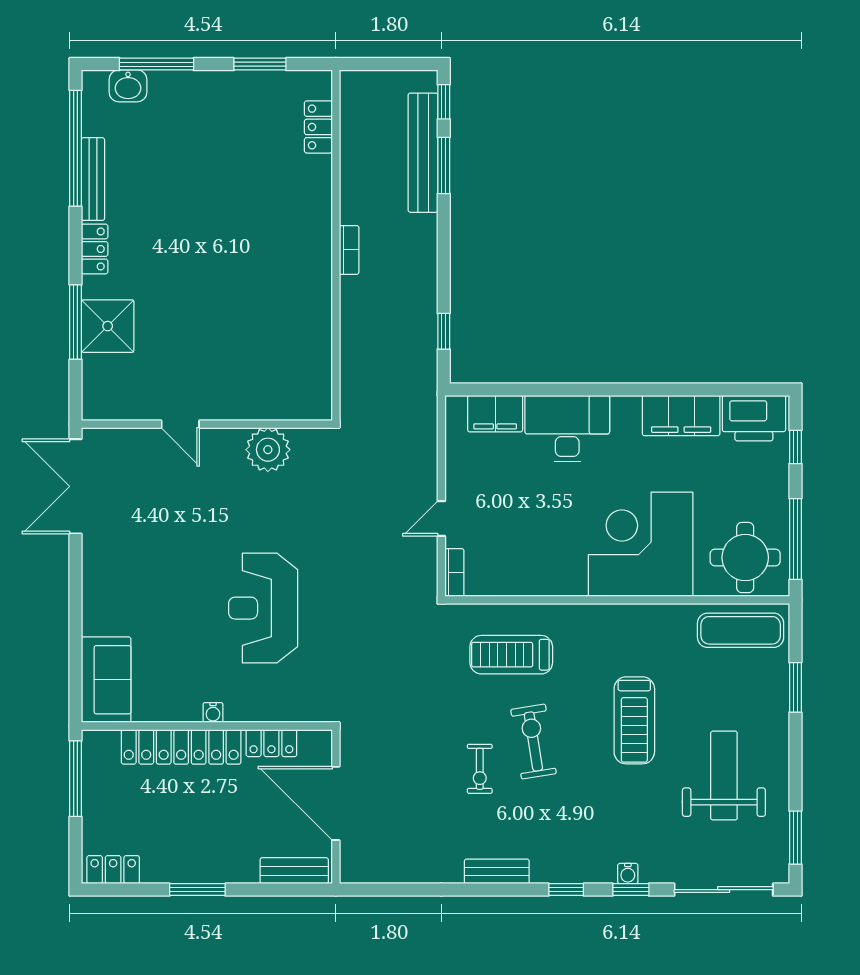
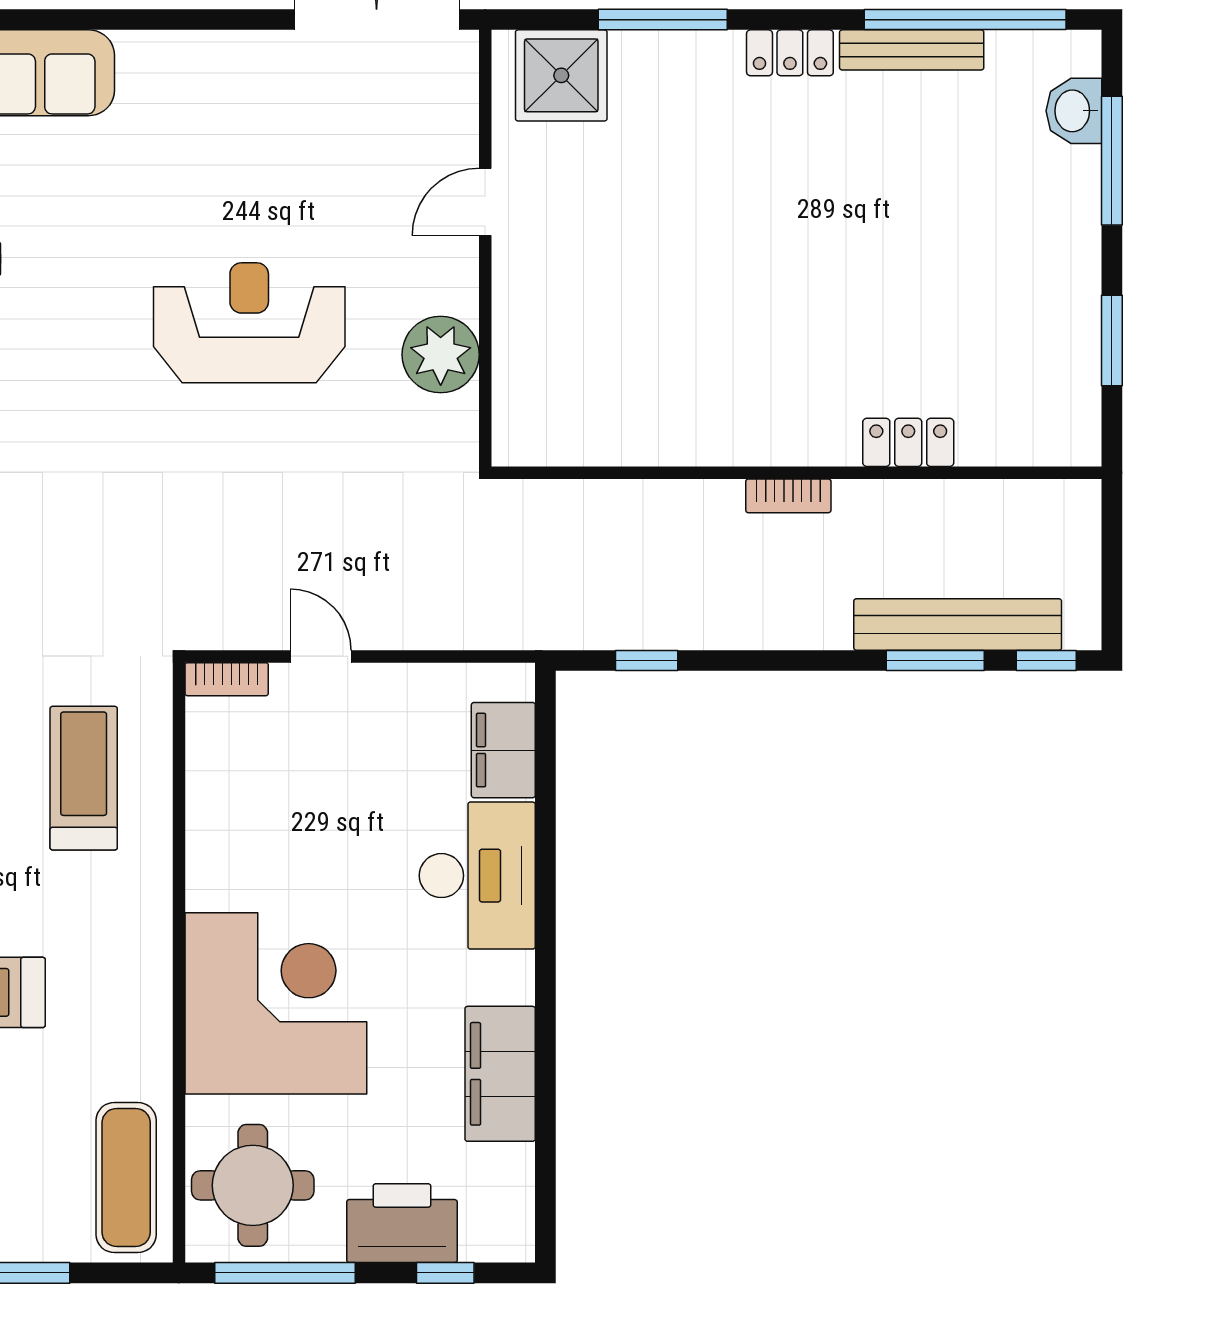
locker: (318, 127) -> (908, 442), moved
shower: (108, 326) -> (561, 75), moved
printer: (754, 418) -> (402, 1223), moved, turned 90
reception desk: (263, 608) -> (249, 323), moved

